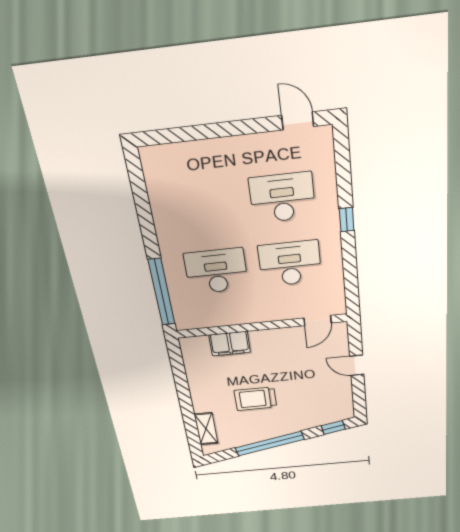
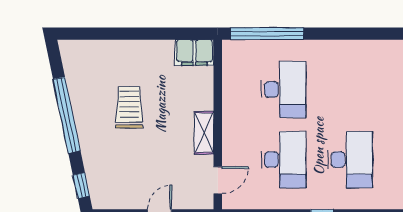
door: (318, 320) -> (218, 180), swing flipped
filing cabinet: (230, 344) -> (194, 53), moved, turned -90
shelving: (206, 429) -> (204, 133), moved, turned 90

